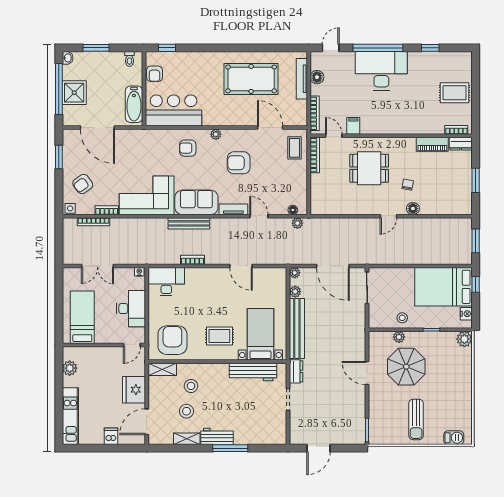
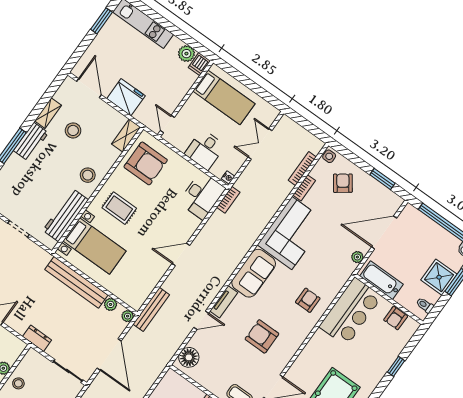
window: (167, 48) -> (396, 366), moved
armchair: (154, 74) -> (396, 318), turned -90
shower: (74, 93) -> (439, 277), moved
plant: (216, 134) -> (357, 257), moved
armchair: (239, 163) -> (262, 336), turned -90
floor lamp: (293, 210) -> (189, 357), width x1.89, depth x1.89
bench: (189, 223) -> (151, 309), moved
plant: (297, 223) -> (170, 350), removed
bookcase: (192, 260) -> (228, 200), moved
door: (241, 266) -> (181, 254), moved
door: (333, 266) -> (109, 354), swing flipped
desk: (131, 309) -> (205, 150), width x0.73
rug: (219, 336) -> (119, 208), turned 90
dresser: (296, 371) -> (37, 338), moved, turned 180
stool: (191, 386) -> (88, 175), moved
dishwasher: (111, 436) -> (199, 64), moved, turned 90
window: (90, 448) -> (101, 21), added

